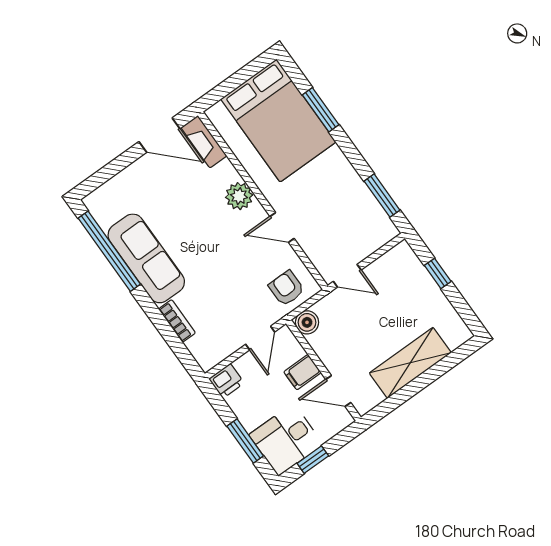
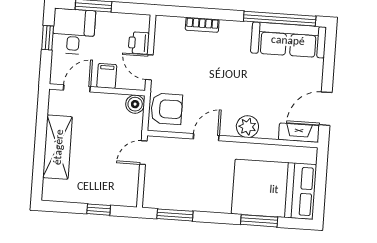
sofa: (146, 258) -> (288, 40), moved
armchair: (286, 288) -> (167, 109), width x1.38, depth x1.38
printer: (226, 381) -> (139, 43), moved

